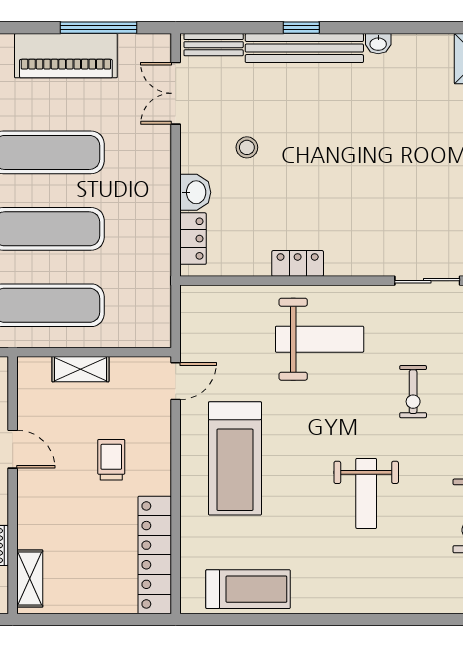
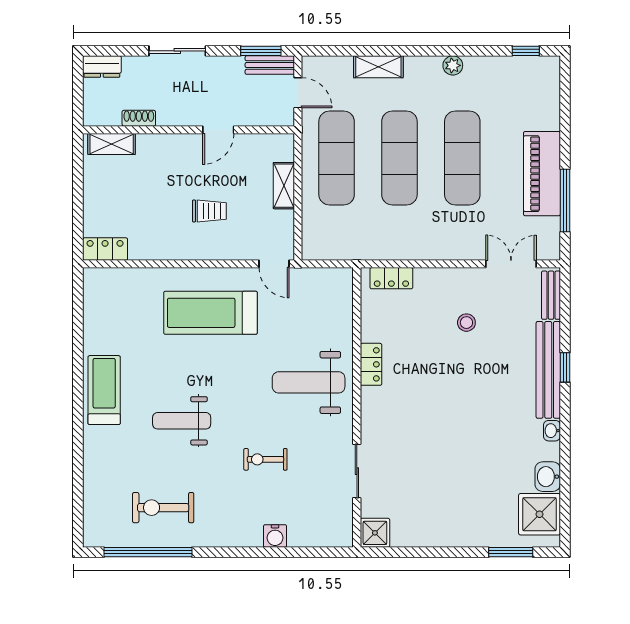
washbasin: (195, 192) -> (548, 477), moved, turned 90
weight bench: (320, 339) -> (309, 382), turned 90
locker: (155, 555) -> (105, 249), width x0.46, depth x0.83
treadmill: (248, 589) -> (104, 390), moved, turned 180

